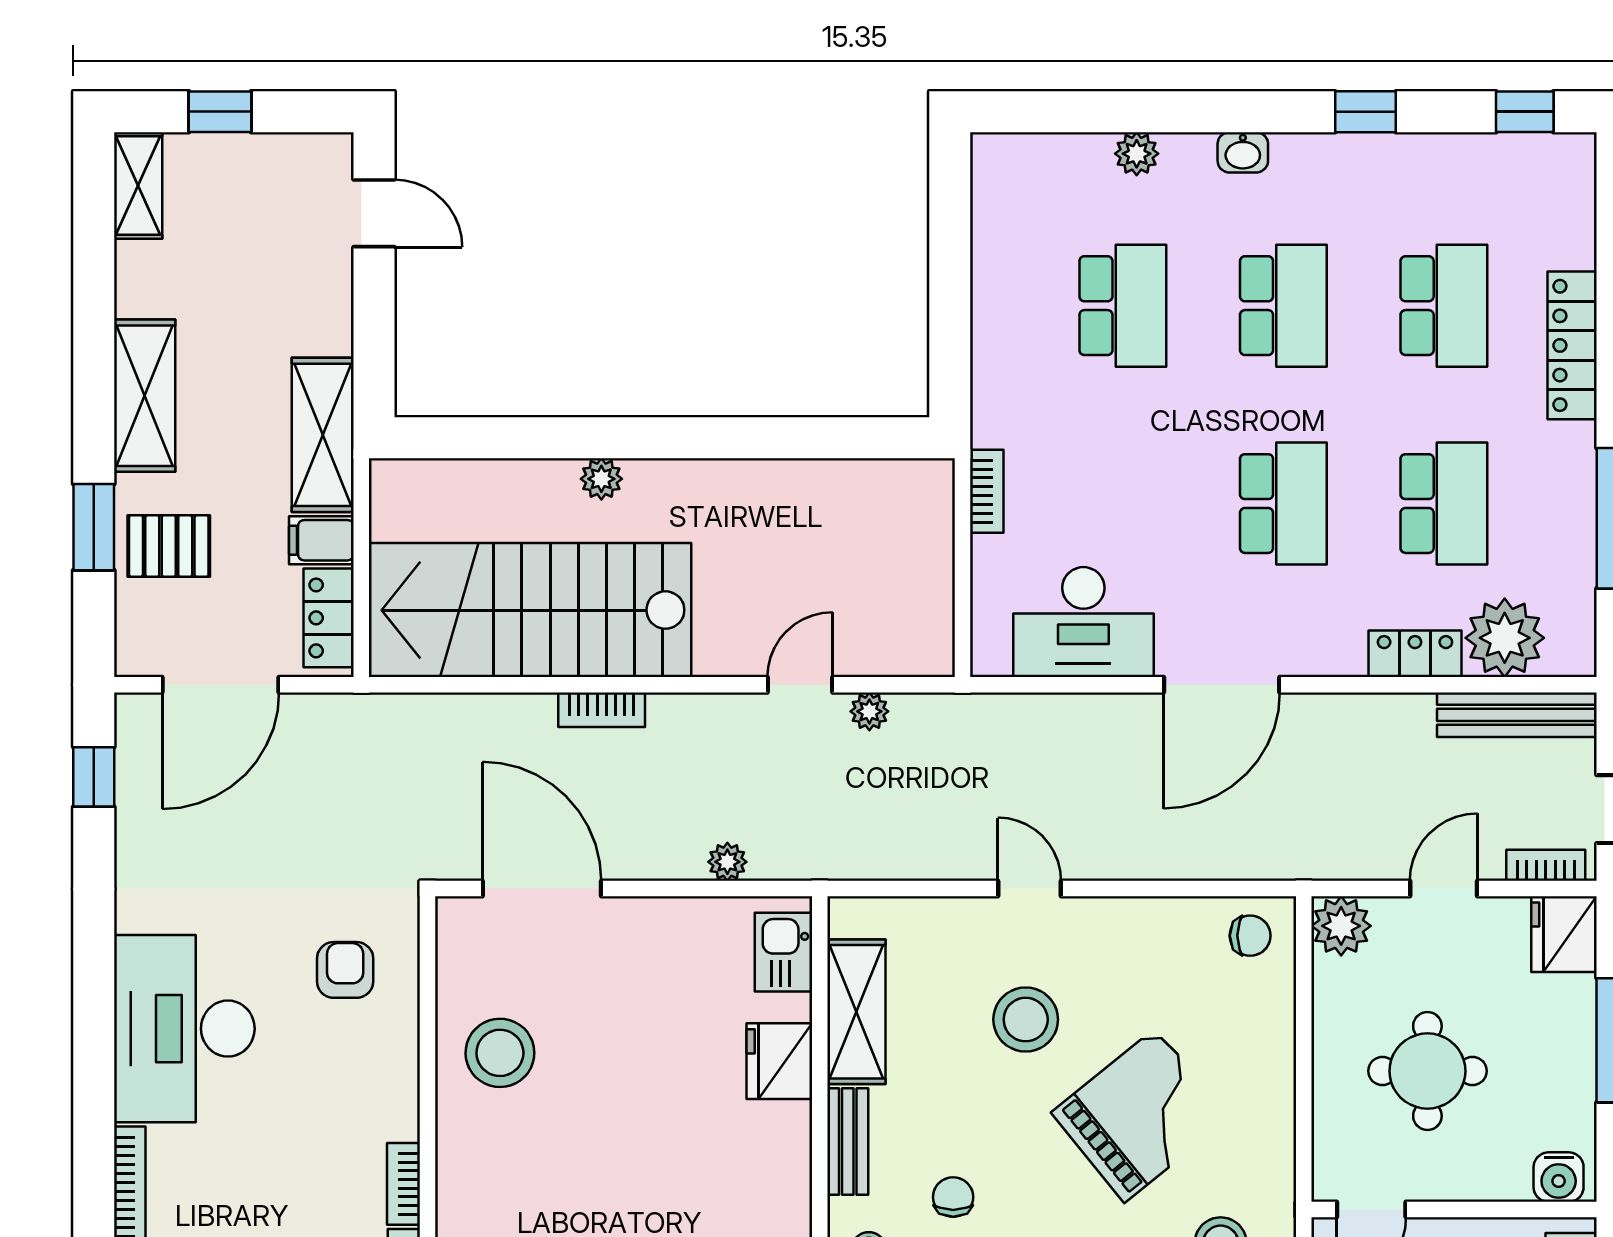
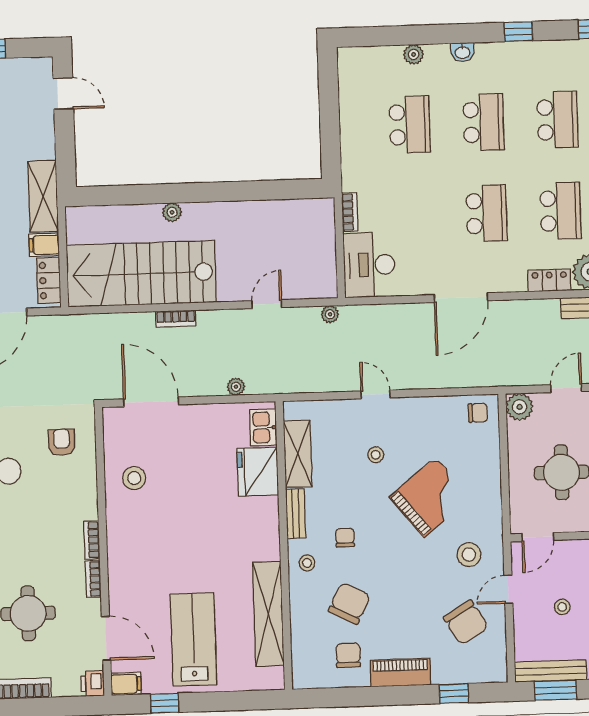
desk: (1083, 622) -> (369, 265), moved, turned 90
plant: (869, 711) -> (330, 314), moved
stool: (1026, 1020) -> (376, 455), width x0.53, depth x0.53
stool: (500, 1053) -> (134, 478), width x0.73, depth x0.73
fridge: (779, 1061) -> (258, 472), width x1.36, depth x1.34

